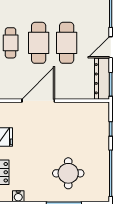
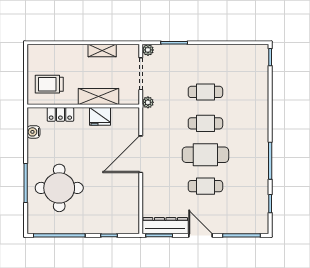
cafe table: (67, 43) -> (205, 186), width x0.73, depth x0.74
door: (38, 101) -> (141, 154), swing flipped
round table: (68, 173) -> (59, 188), width x1.36, depth x1.36

